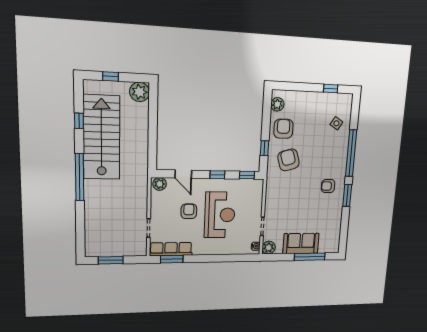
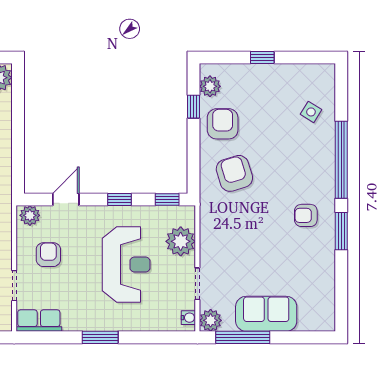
window: (331, 89) -> (262, 58), moved
window: (265, 148) -> (193, 107), moved
door: (183, 174) -> (66, 199), swing flipped
plant: (254, 201) -> (181, 241), added
armchair: (189, 211) -> (48, 255), moved
row of seats: (171, 249) -> (39, 321), width x0.68
window: (310, 257) -> (243, 337), moved
window: (172, 259) -> (100, 337), moved

